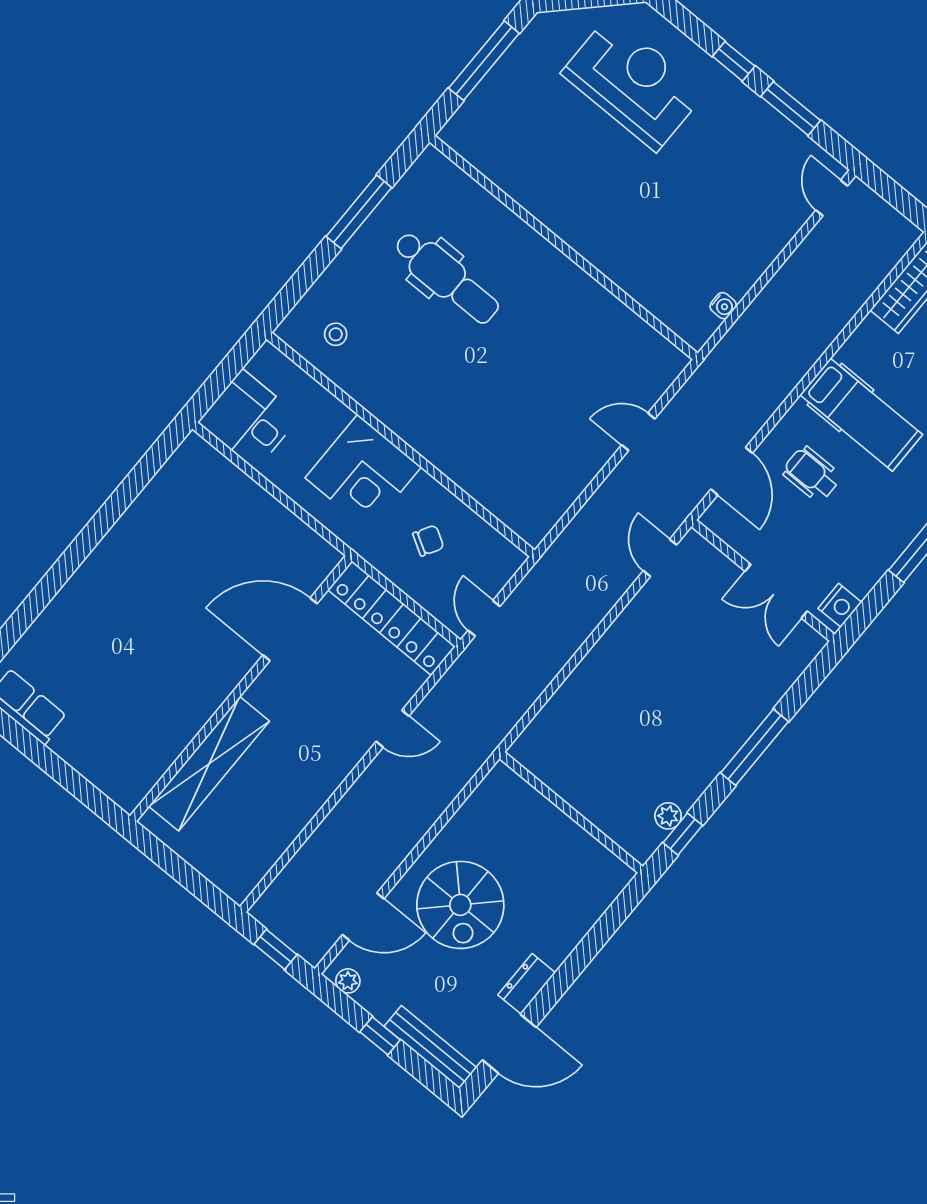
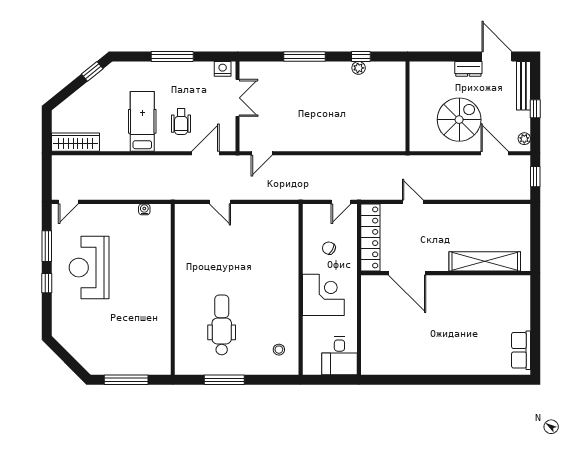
reception desk: (633, 83) -> (89, 268), moved
wall: (571, 812) -> (408, 106), moved

